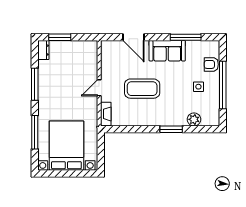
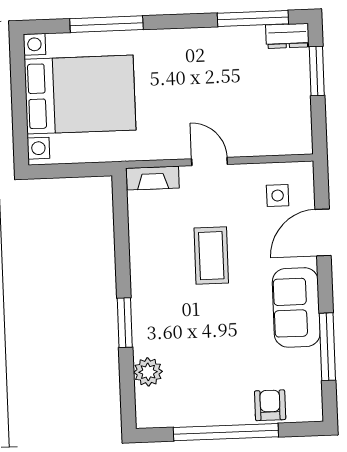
window: (35, 84) -> (253, 19), moved
side table: (198, 87) -> (278, 195), moved
coffee table: (142, 89) -> (211, 256), width x0.73, depth x0.76

